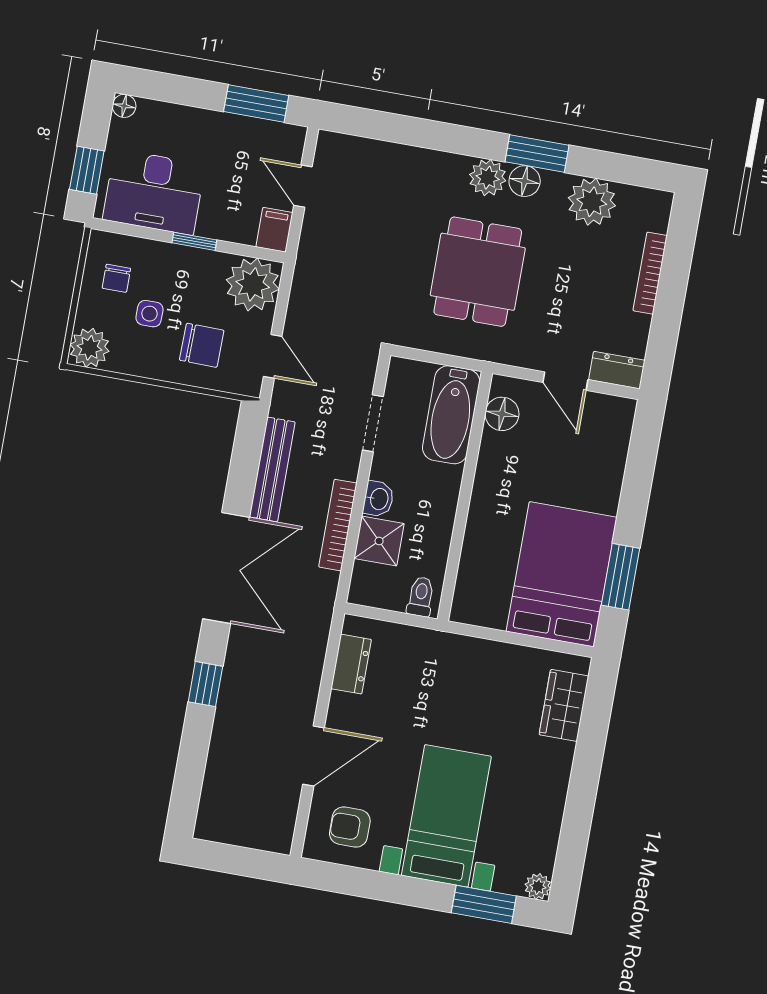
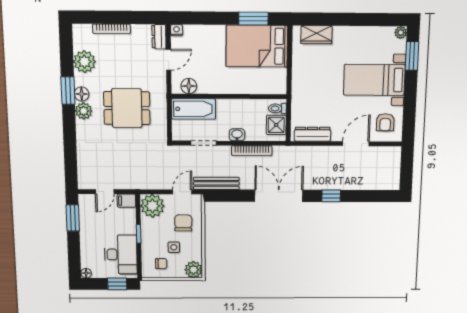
nightstand: (624, 410) -> (177, 30), added
bench: (272, 469) -> (216, 183), moved
shower: (379, 541) -> (276, 125), moved
dresser: (351, 664) -> (313, 134), width x1.44
door: (314, 756) -> (356, 144), hinge flipped

